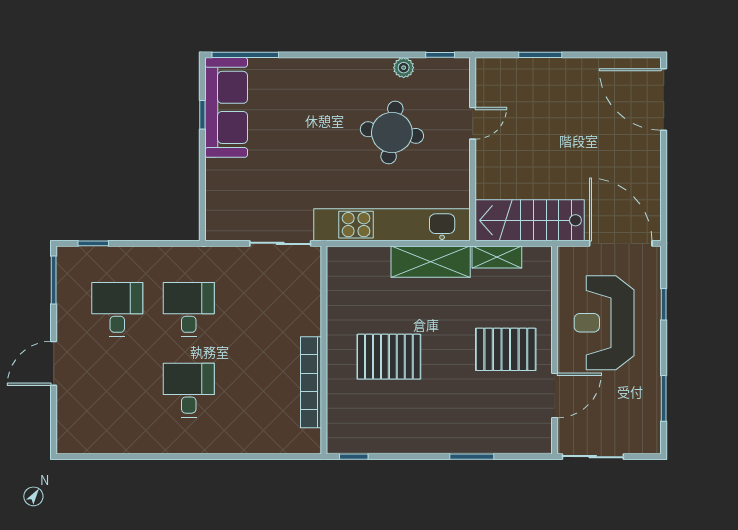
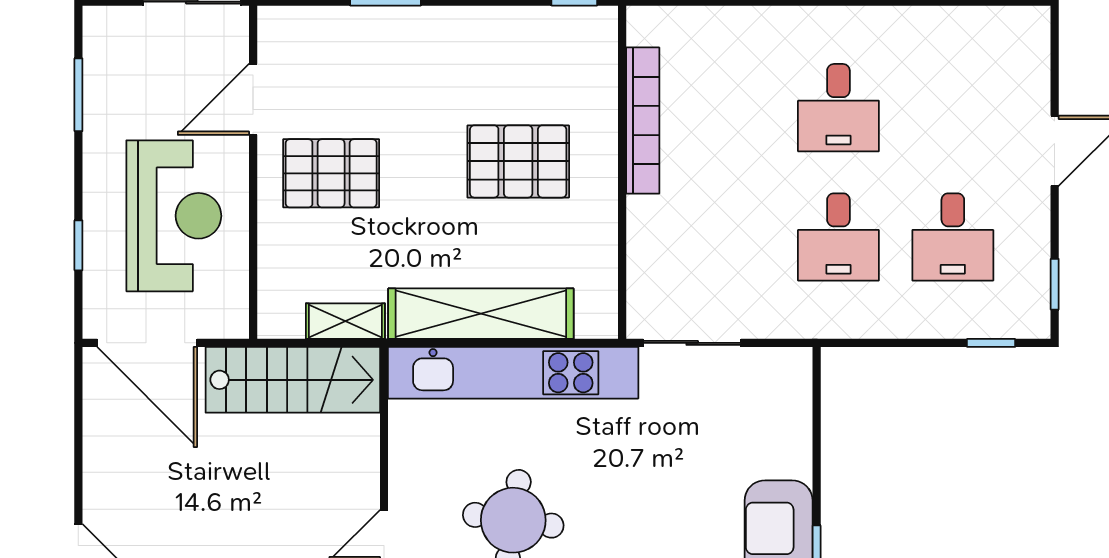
shelving: (431, 262) -> (481, 314), width x1.47
window: (54, 280) -> (1055, 284), width x0.67

